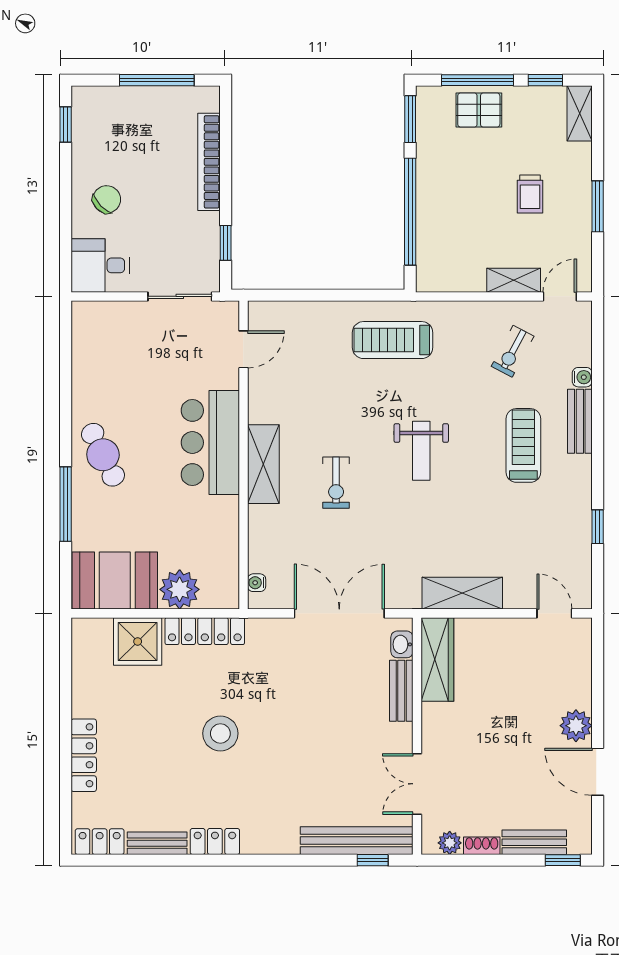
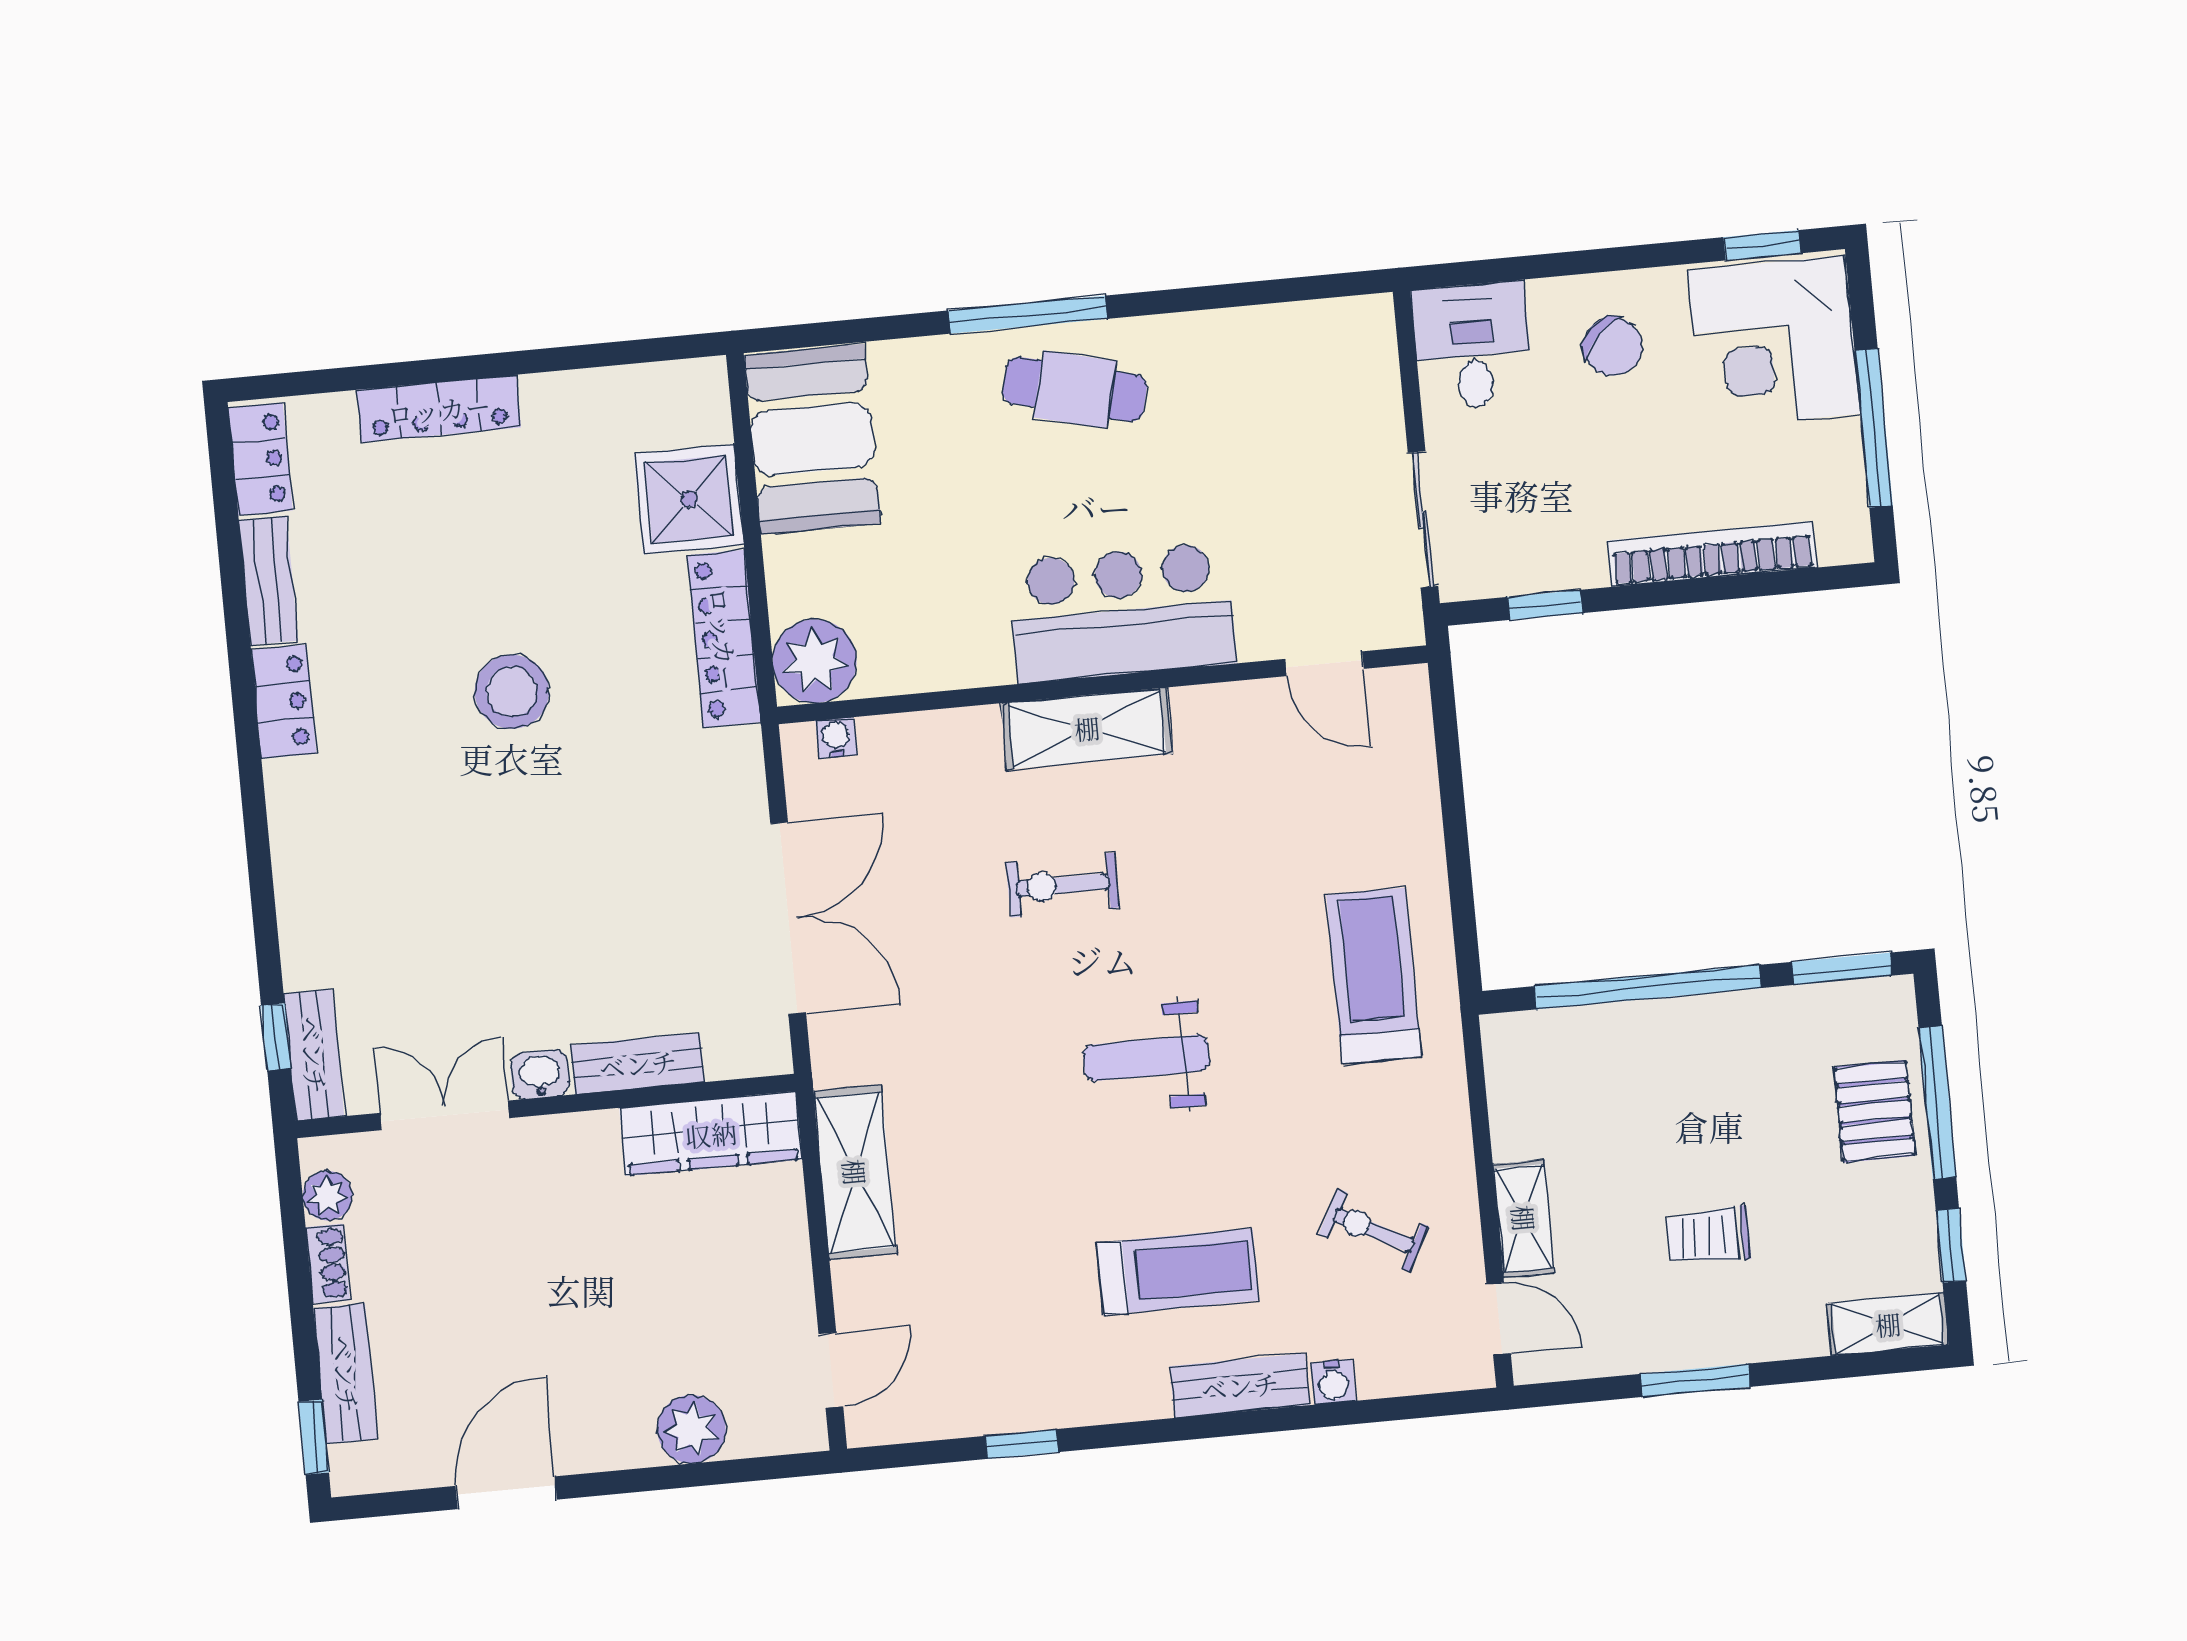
corner desk: (112, 123) -> (1774, 342), added
cafe table: (103, 455) -> (1075, 389), turned 40
window: (66, 504) -> (1028, 315), moved
plant: (180, 589) -> (815, 661), moved
washbasin: (402, 644) -> (540, 1074), moved
plant: (576, 726) -> (691, 1429), moved
bench: (357, 841) -> (314, 1055), width x0.54, depth x0.82

